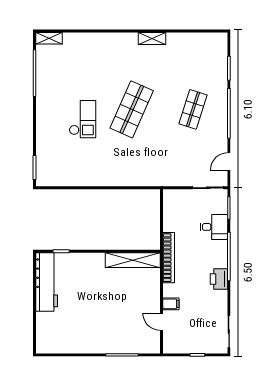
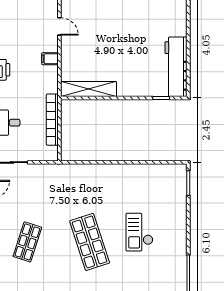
shop shelf: (132, 109) -> (90, 242), turned -42
bookcase: (169, 258) -> (52, 120), moved
filing cabinet: (171, 304) -> (50, 59), moved

